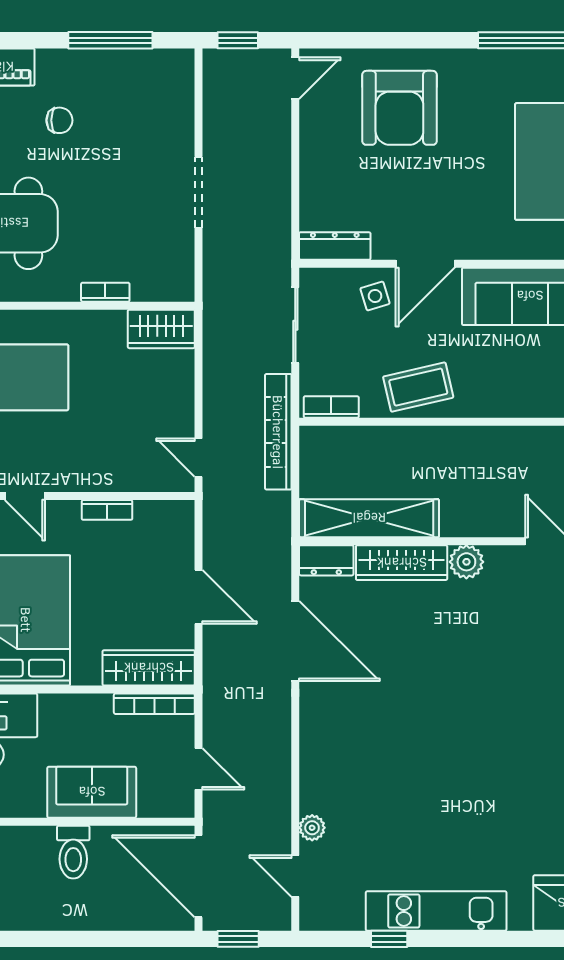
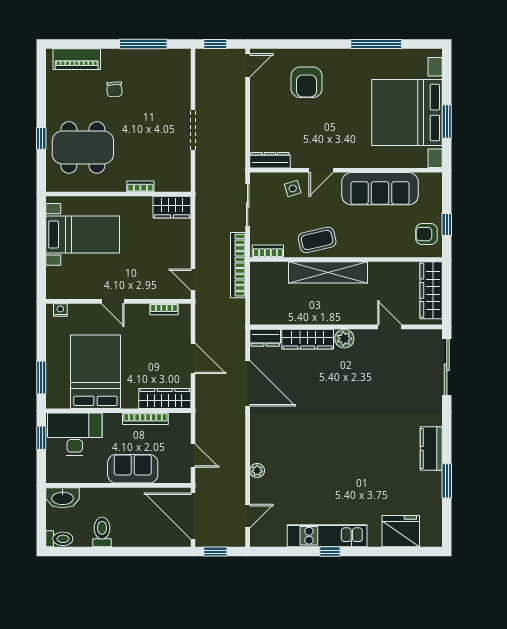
armchair: (399, 108) -> (306, 82), width x0.73, depth x0.73
chair: (59, 120) -> (114, 89), turned 87
door: (425, 264) -> (321, 170), width x0.73
door: (25, 496) -> (113, 301), moved
bookcase: (107, 510) -> (164, 309), moved
shelving: (369, 518) -> (328, 272), moved
bookcase: (154, 704) -> (145, 419), moved
plant: (312, 828) -> (257, 471), moved
toilet: (73, 852) -> (102, 532), moved, turned 180
door: (295, 876) -> (248, 516), swing flipped
window: (389, 939) -> (330, 552), moved

